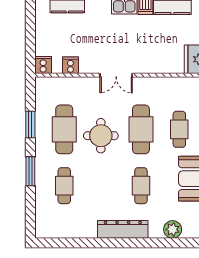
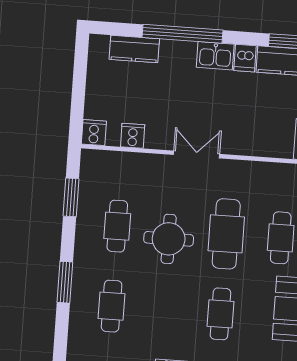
double door: (116, 75) -> (197, 154), swing flipped
window: (30, 125) -> (71, 197), moved
cafe table: (64, 129) -> (117, 226), width x0.73, depth x0.74

